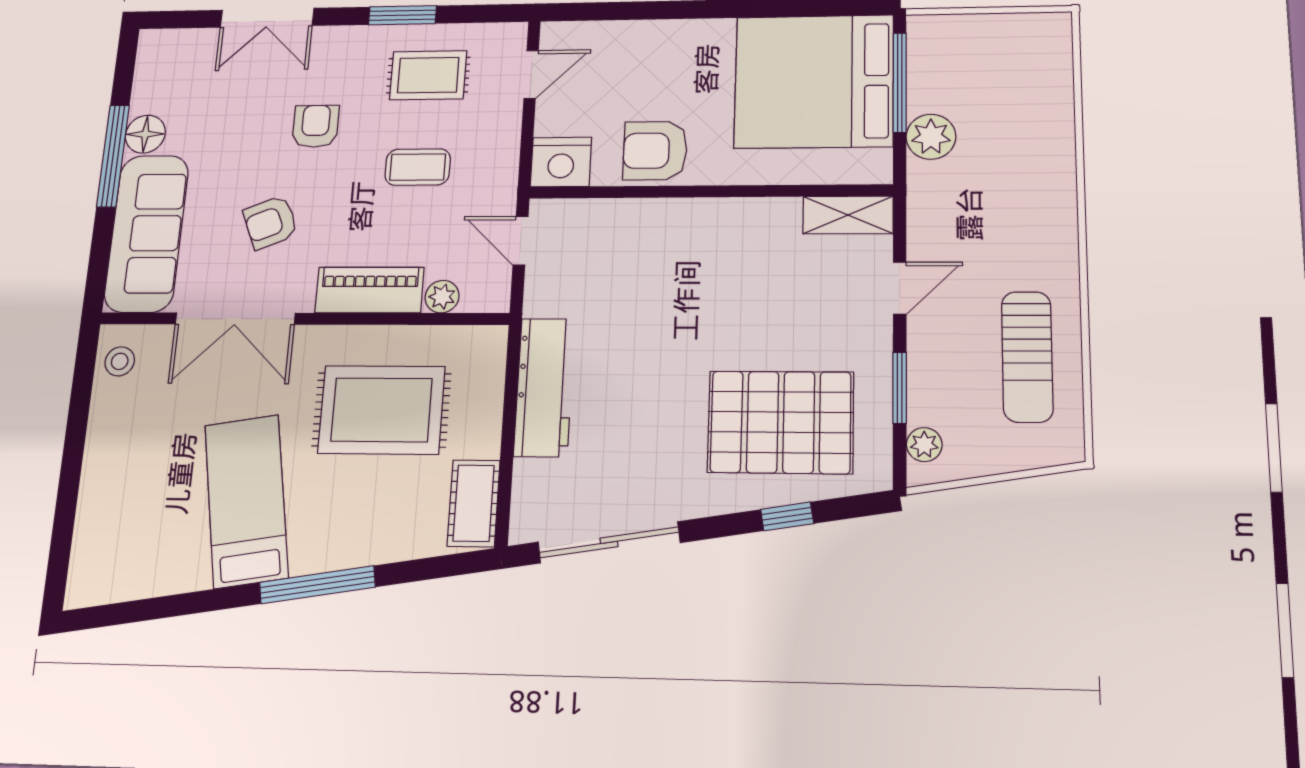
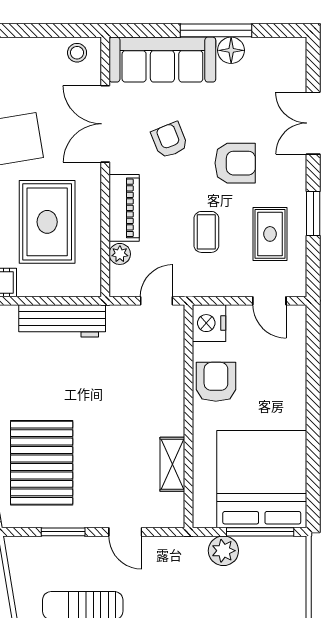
armchair: (316, 126) -> (235, 163), width x1.38, depth x1.38
shelving: (848, 215) -> (172, 464), moved
plant: (924, 445) -> (29, 546), removed

